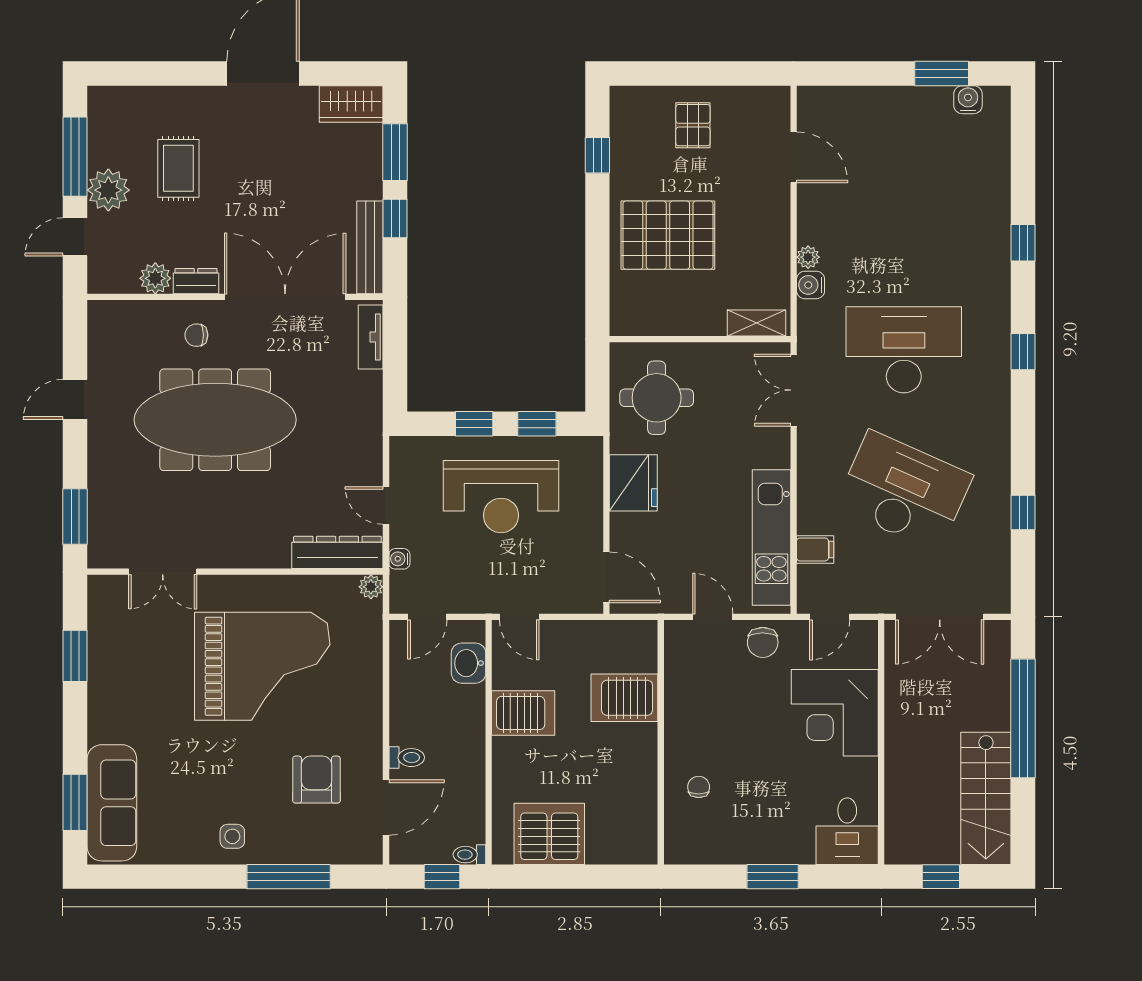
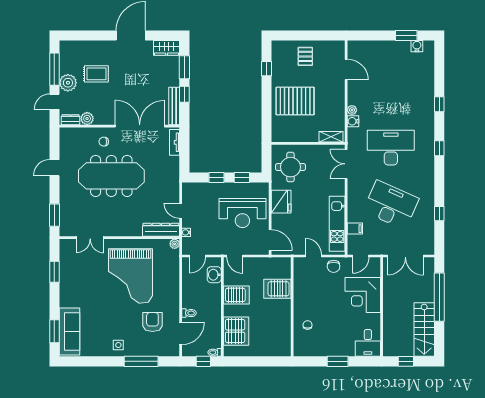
rug: (178, 168) -> (96, 74), turned 90
dresser: (196, 281) -> (70, 120), moved
reception desk: (501, 497) -> (242, 213), moved
grand piano: (262, 666) -> (130, 276), turned 90
server rack: (549, 834) -> (236, 331), moved, turned 90

